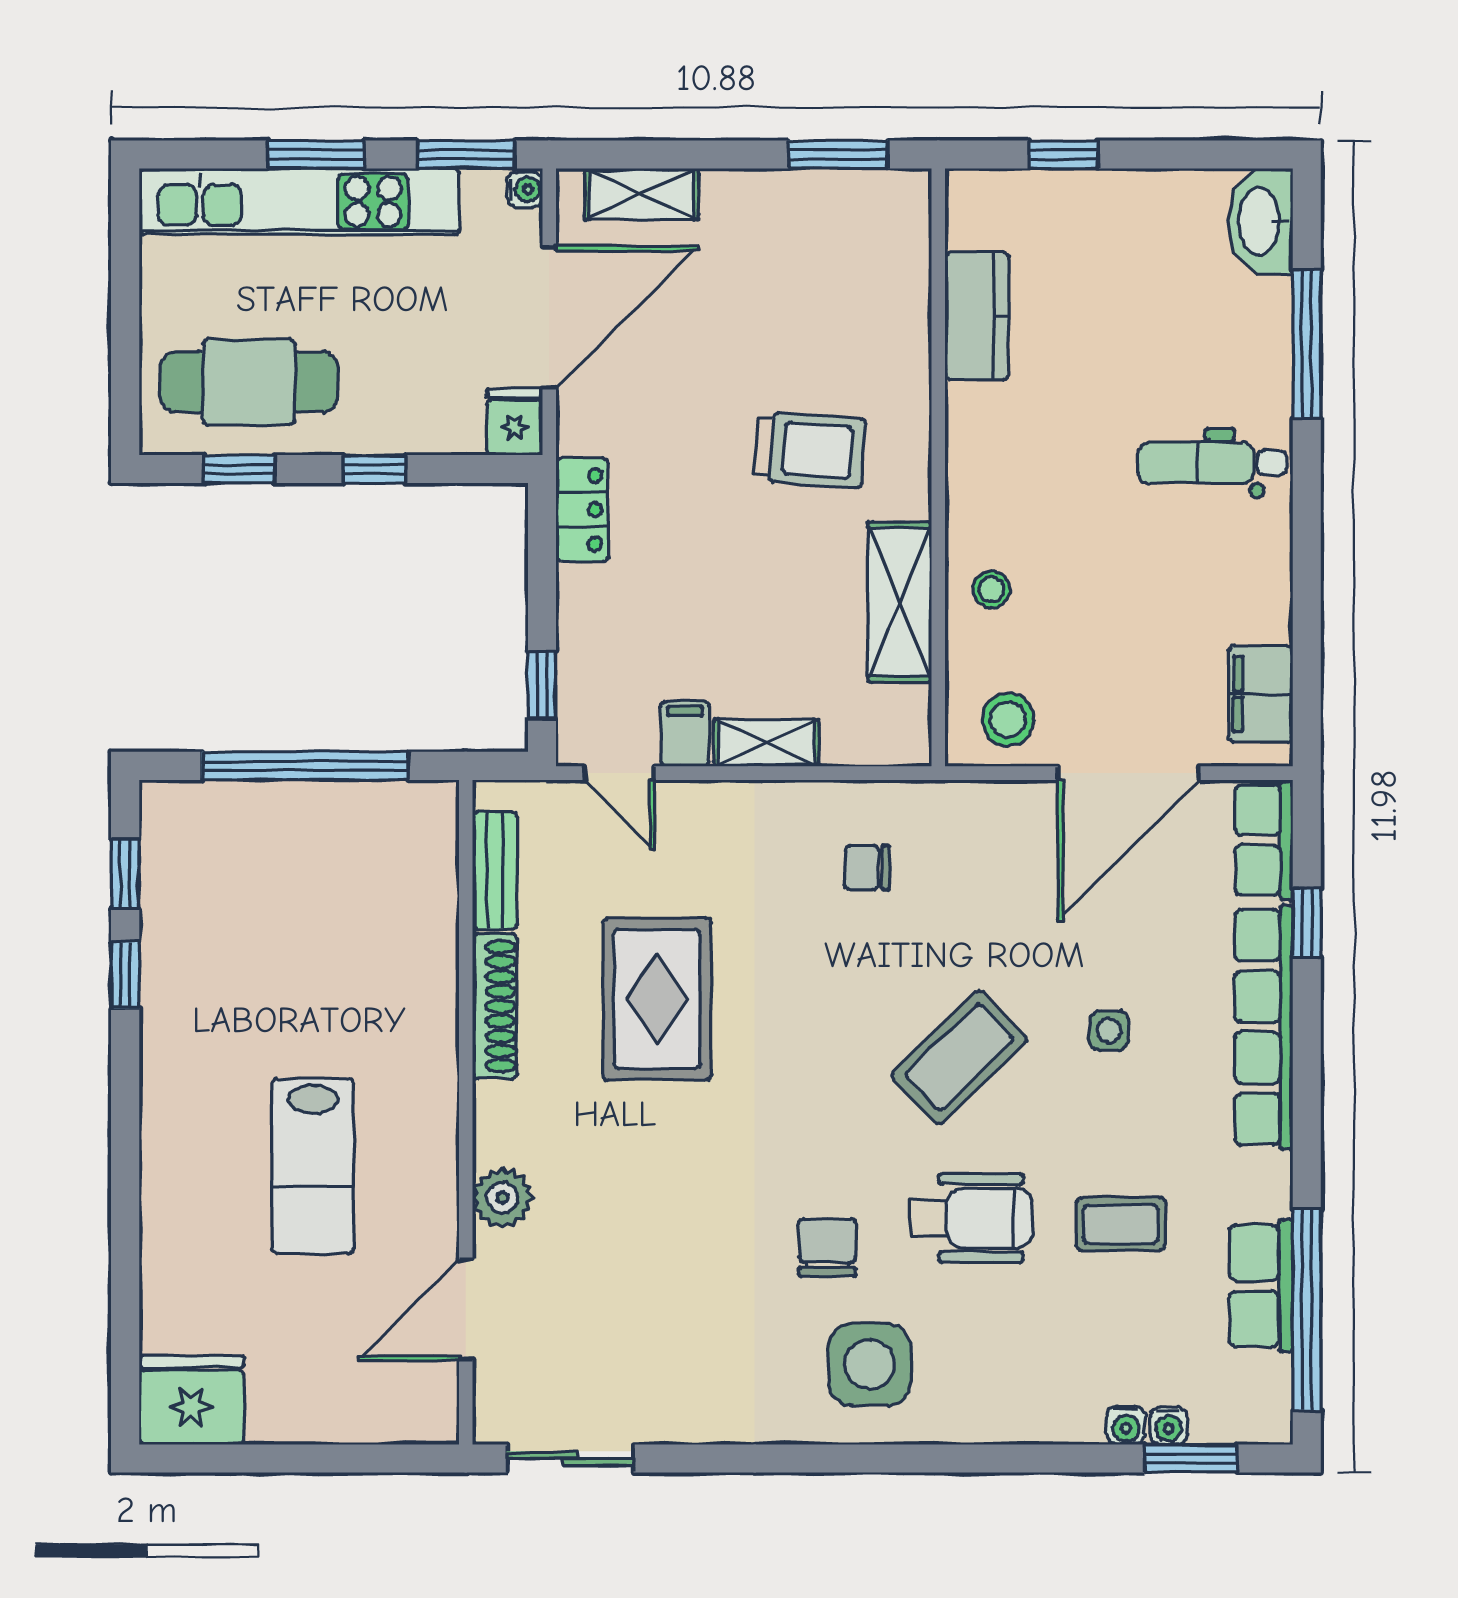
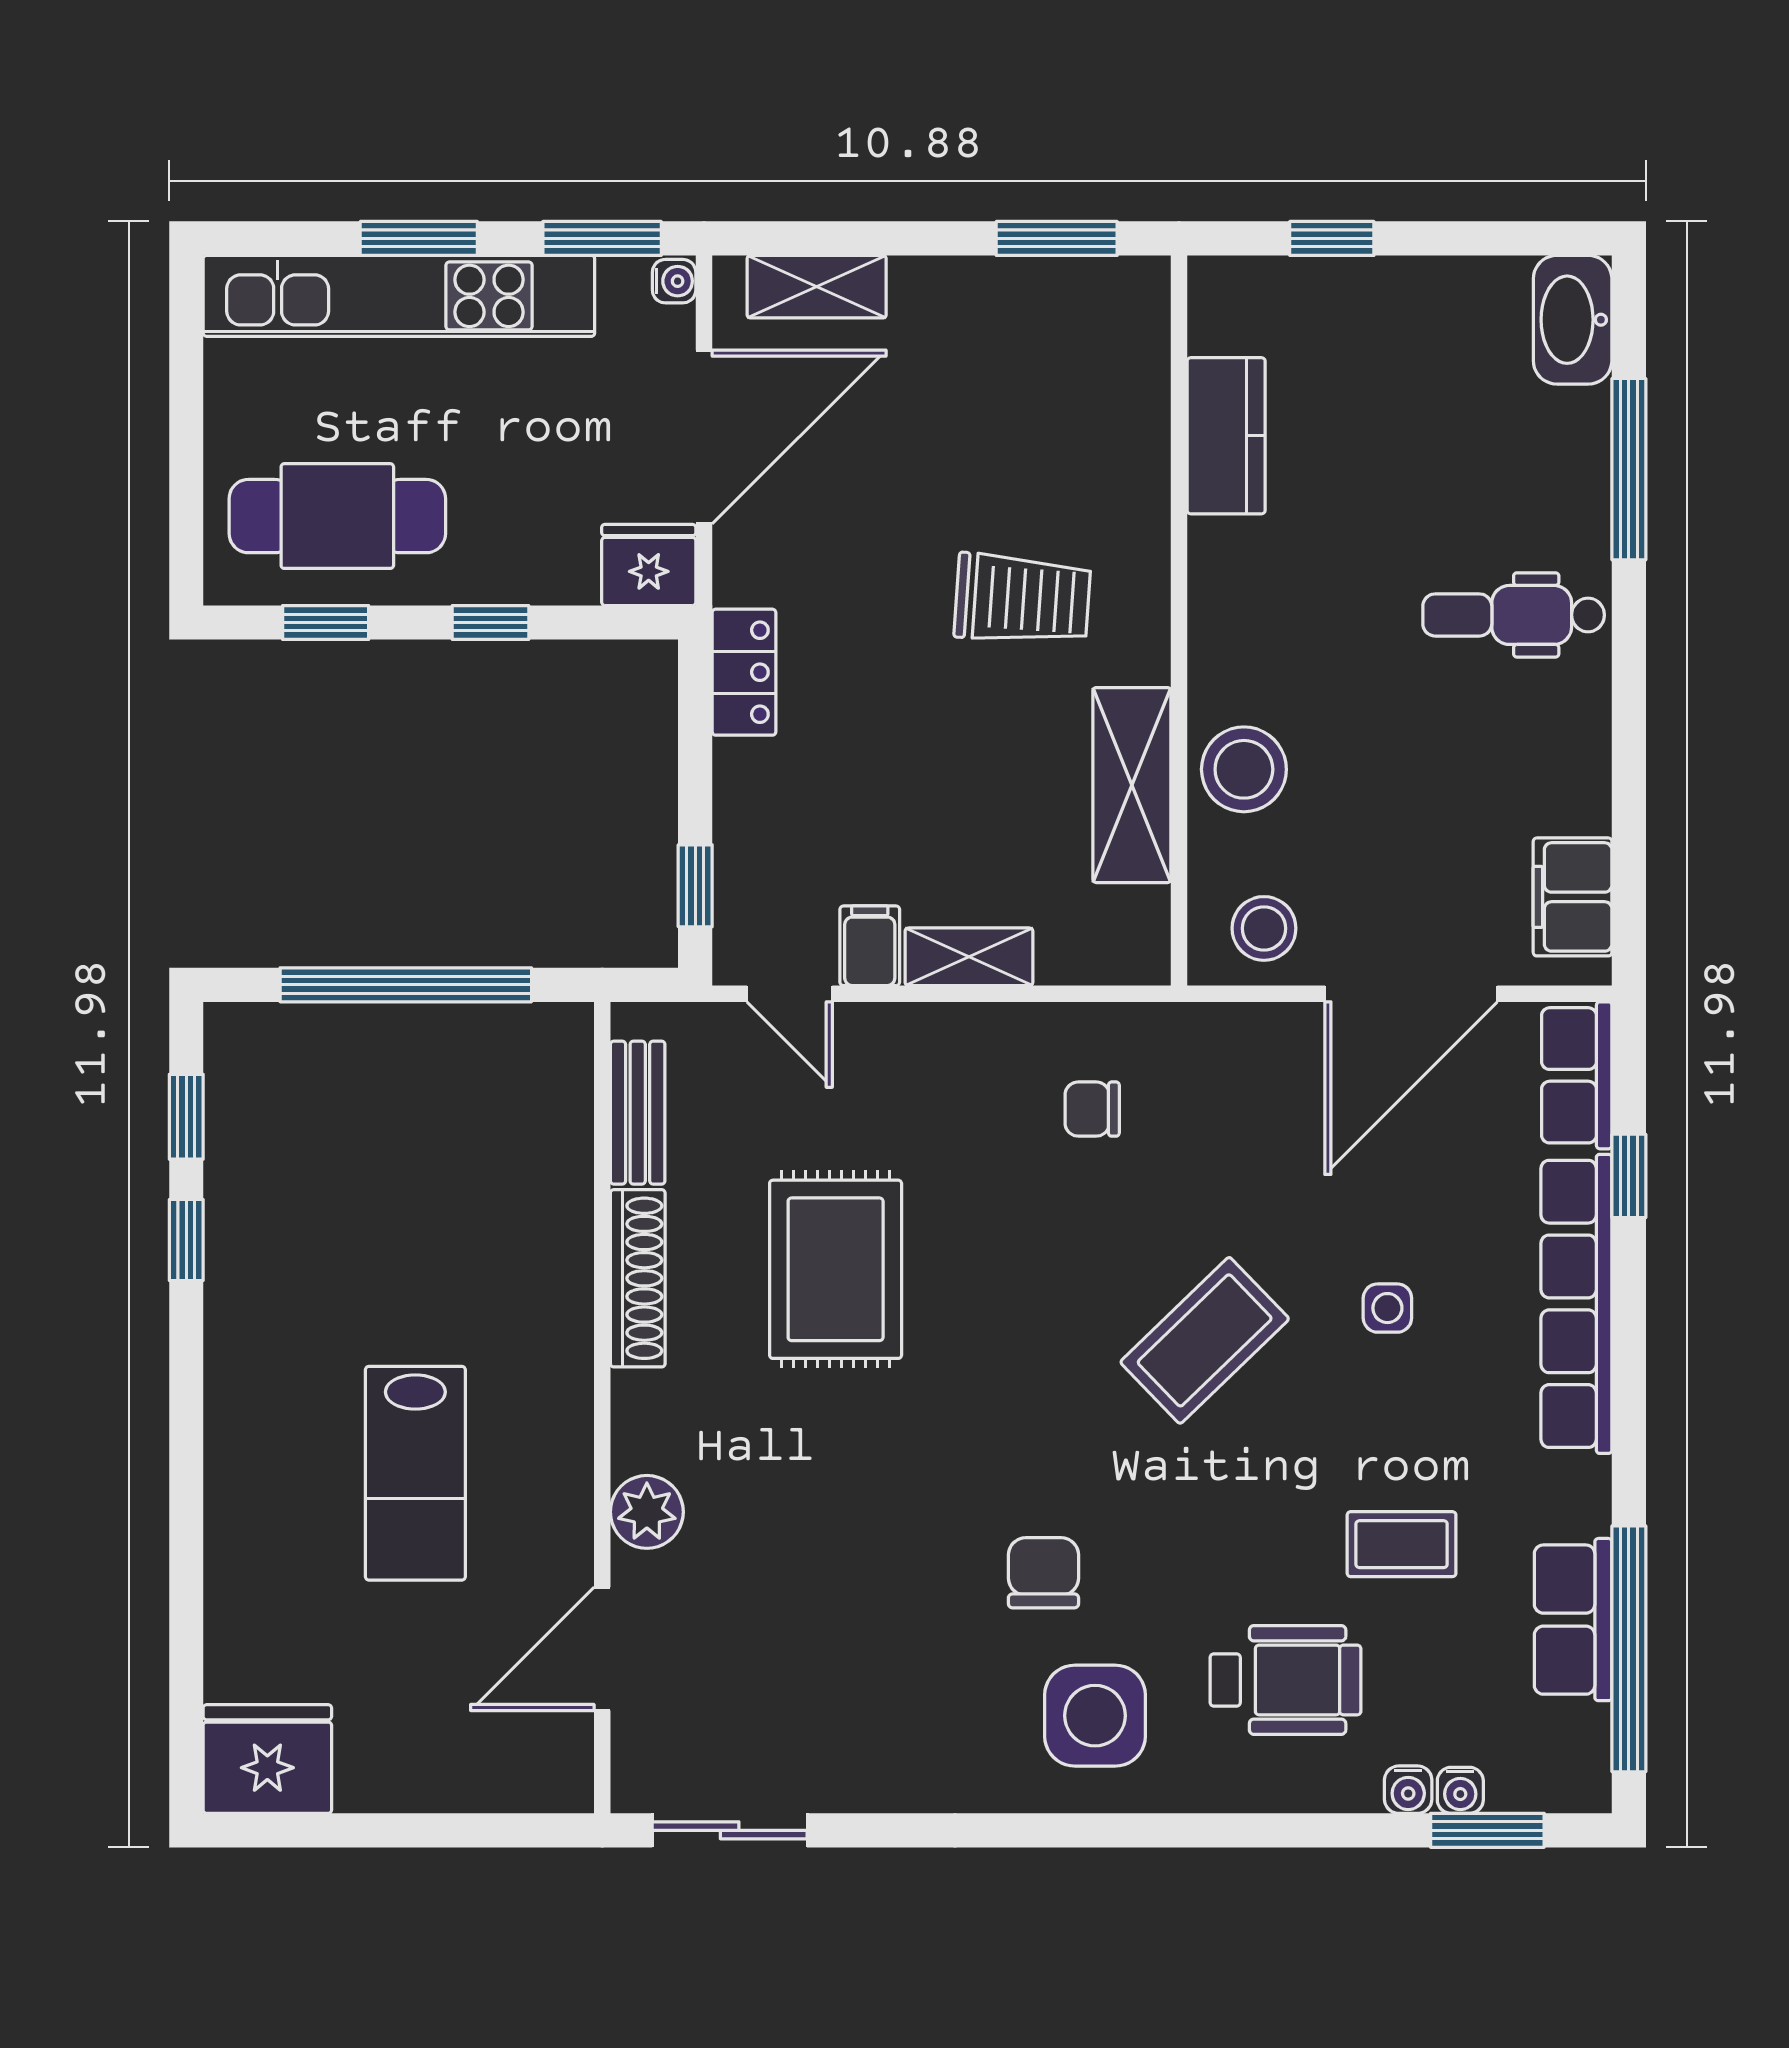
fridge: (515, 422) -> (649, 565), width x1.38
stool: (991, 589) -> (1244, 769), width x1.89, depth x1.89
wheelchair: (971, 1218) -> (1285, 1680), moved

